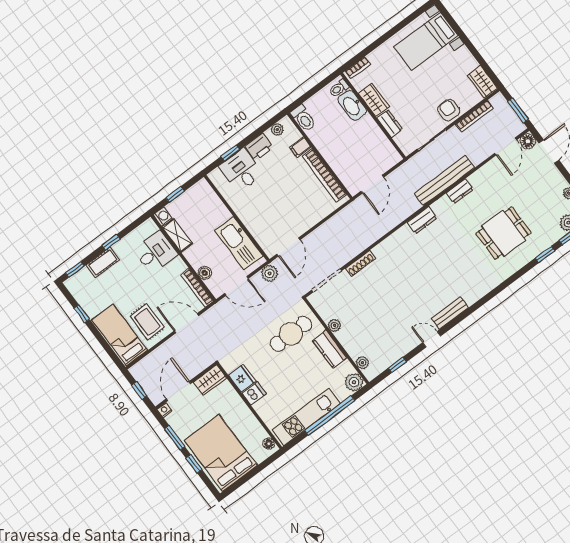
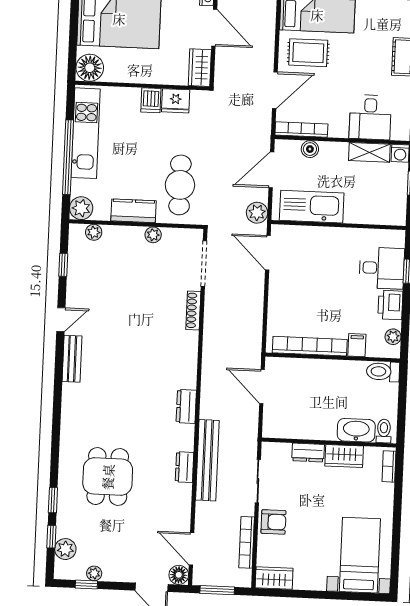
floor lamp: (269, 444) -> (90, 68), width x1.89, depth x1.89

